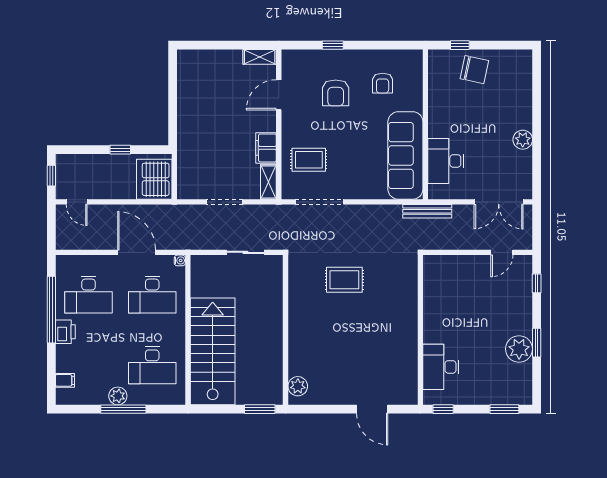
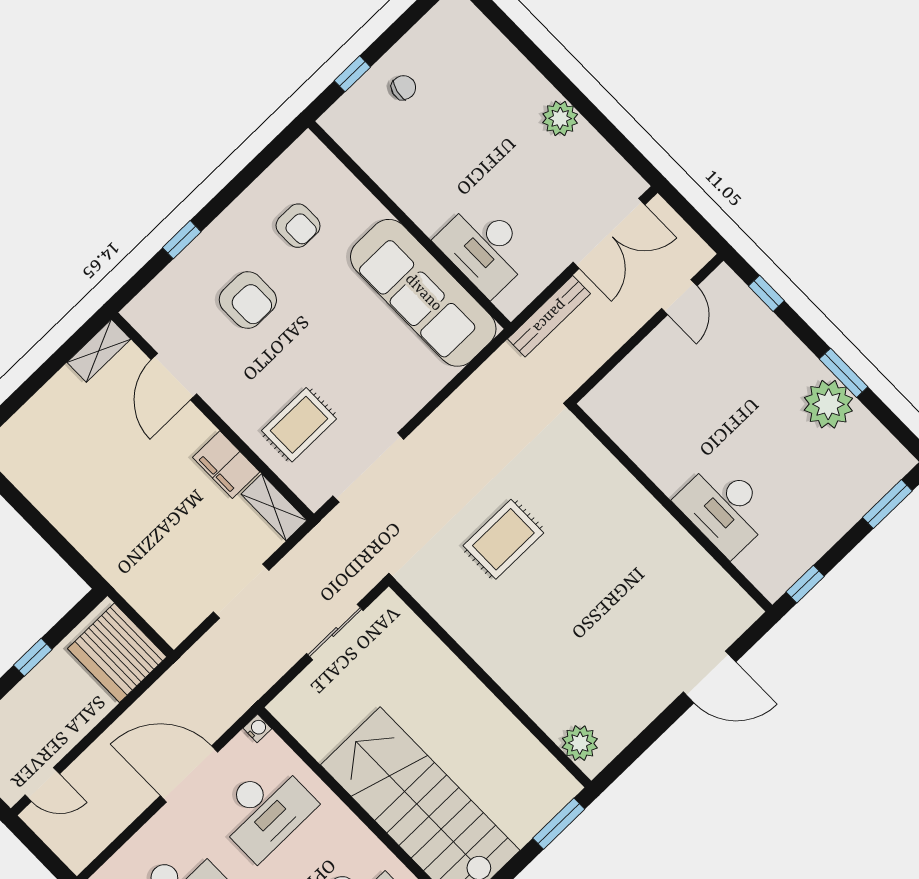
chair: (474, 70) -> (404, 88), width x0.54, depth x0.54
bench: (427, 211) -> (549, 316), moved
desk: (441, 367) -> (724, 508), moved

